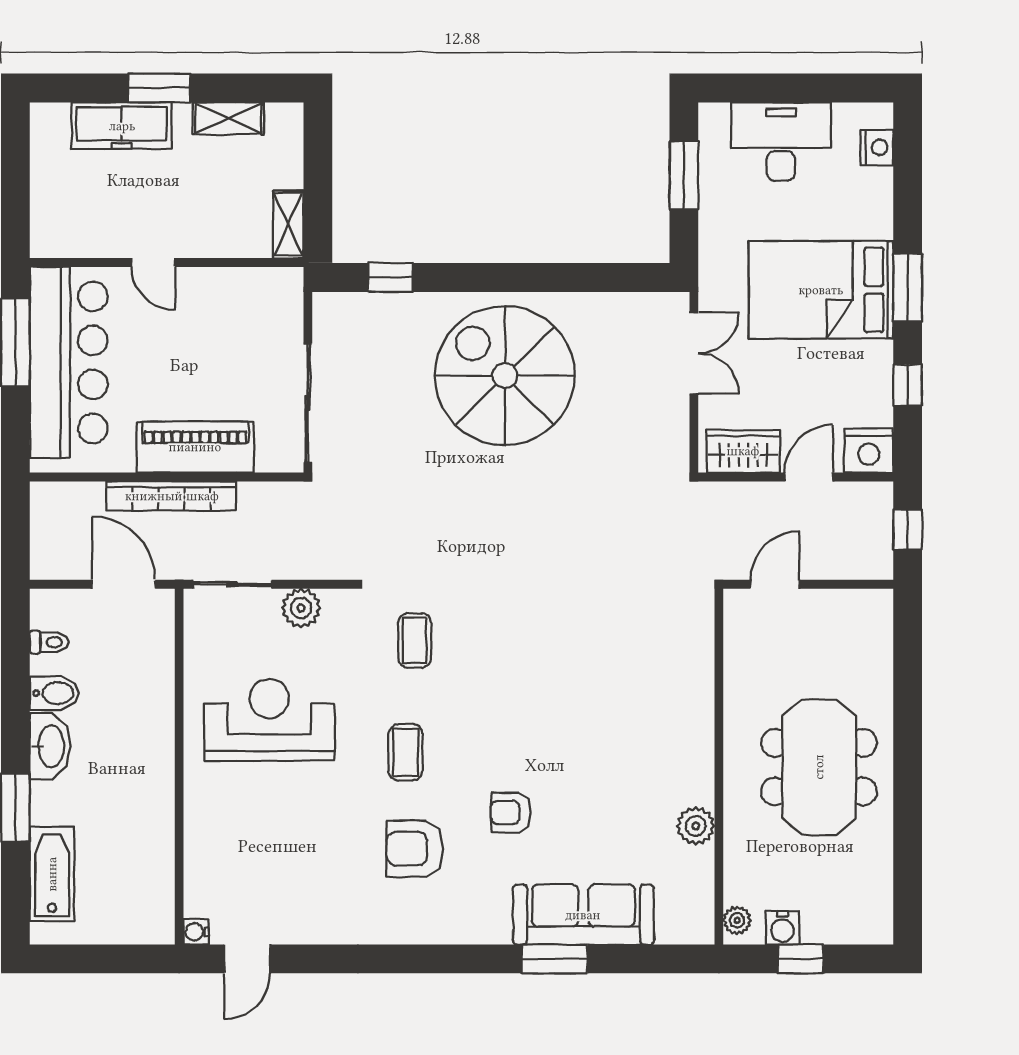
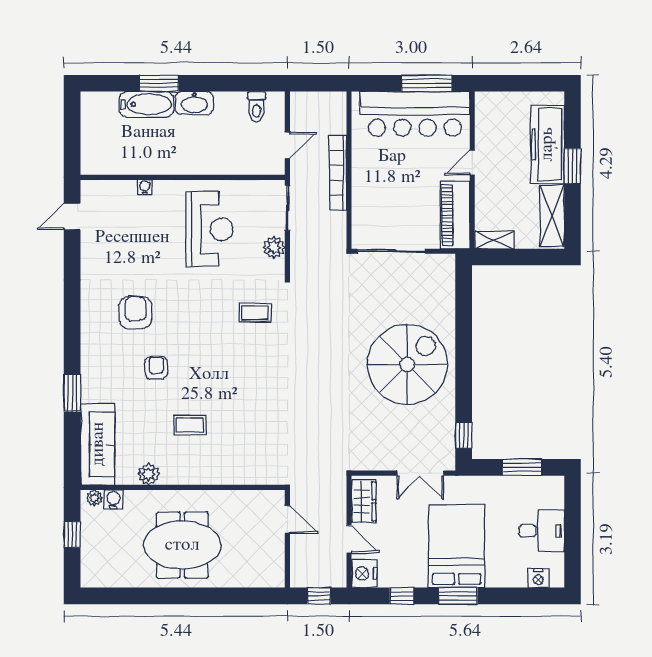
shelving: (228, 118) -> (552, 216), width x1.50, depth x1.33
freezer: (122, 126) -> (547, 144), width x1.36, depth x1.26
desk: (781, 142) -> (542, 531), width x0.73
window: (390, 278) -> (464, 435), moved
piano: (195, 447) -> (455, 215), moved, turned 180
door: (124, 584) -> (287, 145), width x0.73
toilet: (49, 642) -> (257, 107), width x1.37, depth x1.39
bidet: (54, 693) -> (225, 106), removed
coffee table: (406, 752) -> (190, 425), moved
bathtub: (52, 874) -> (146, 104), moved
sofa: (583, 915) -> (98, 444), moved
water cooler: (782, 928) -> (114, 500), moved, turned 90
water cooler: (196, 932) -> (145, 187), moved
door: (247, 959) -> (72, 216), hinge flipped

